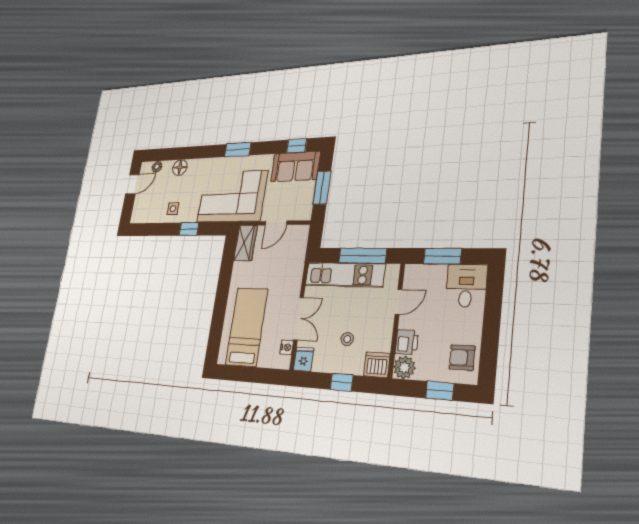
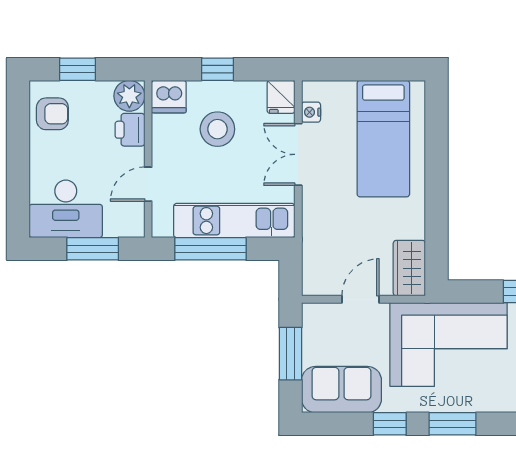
window: (297, 146) -> (390, 424), moved
desk: (466, 286) -> (66, 209), width x1.37
stool: (347, 339) -> (217, 129), width x1.89, depth x1.89

